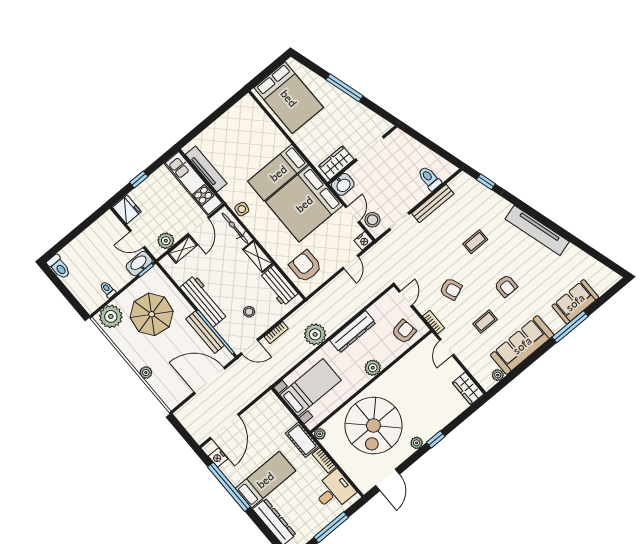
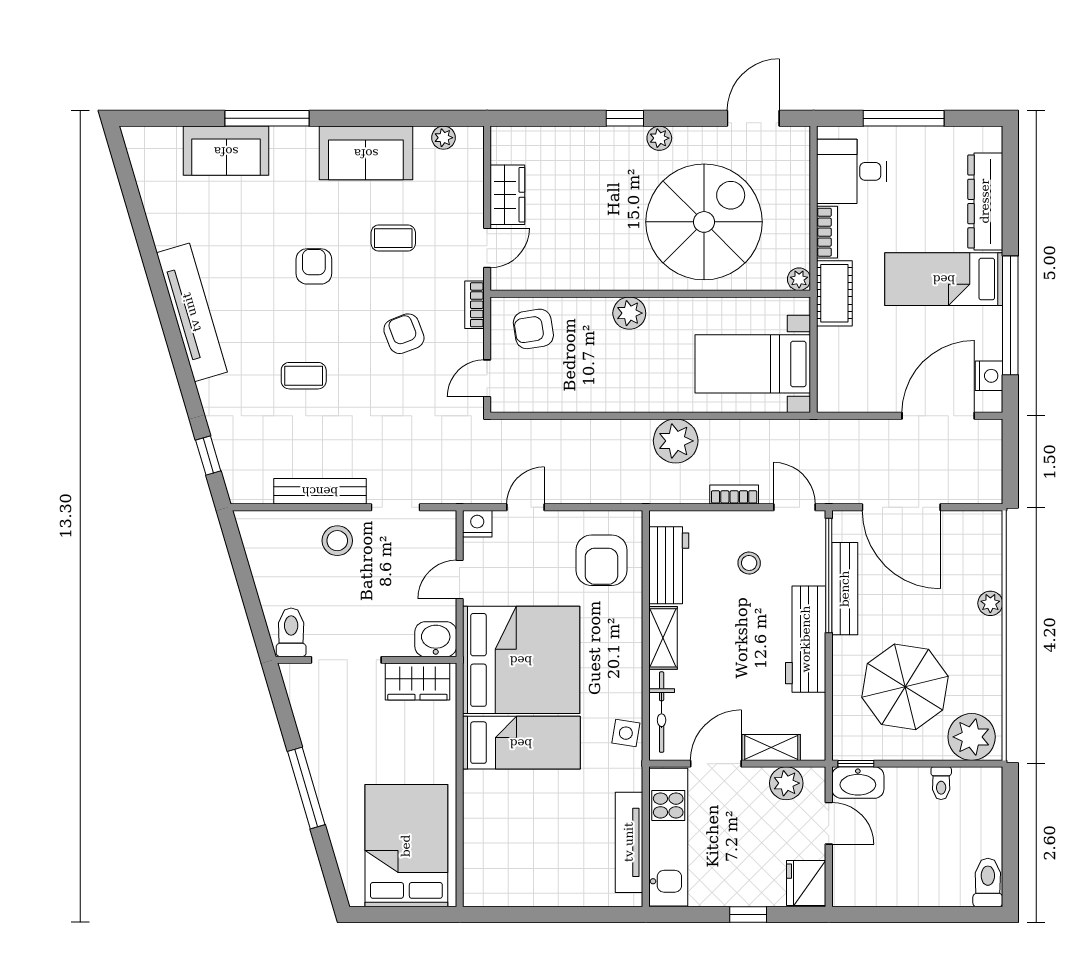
toilet: (429, 178) -> (291, 632), moved, turned 180
stool: (372, 220) -> (337, 541), moved
dresser: (353, 332) -> (613, 396), removed
sofa: (522, 345) -> (366, 153), width x0.73
wardrobe: (468, 388) -> (507, 195), moved

